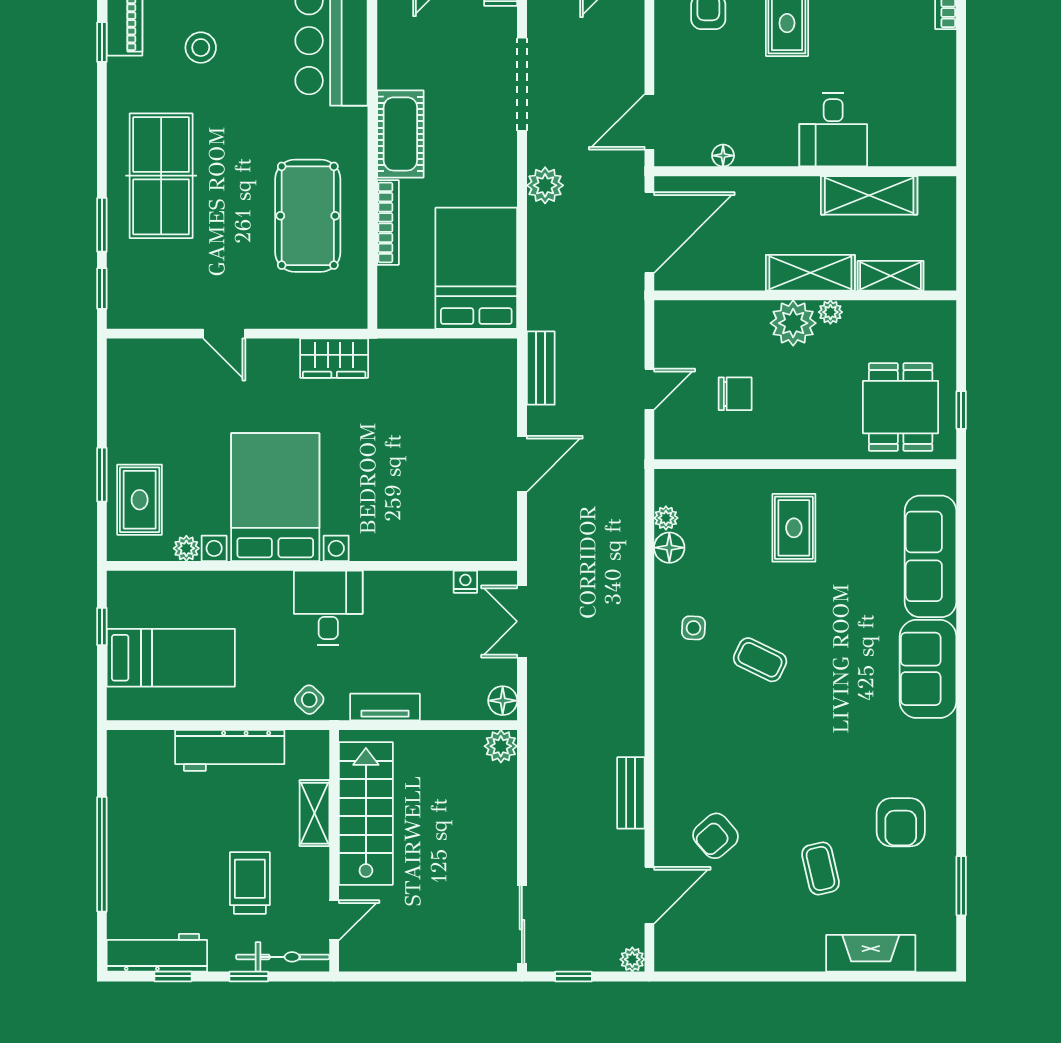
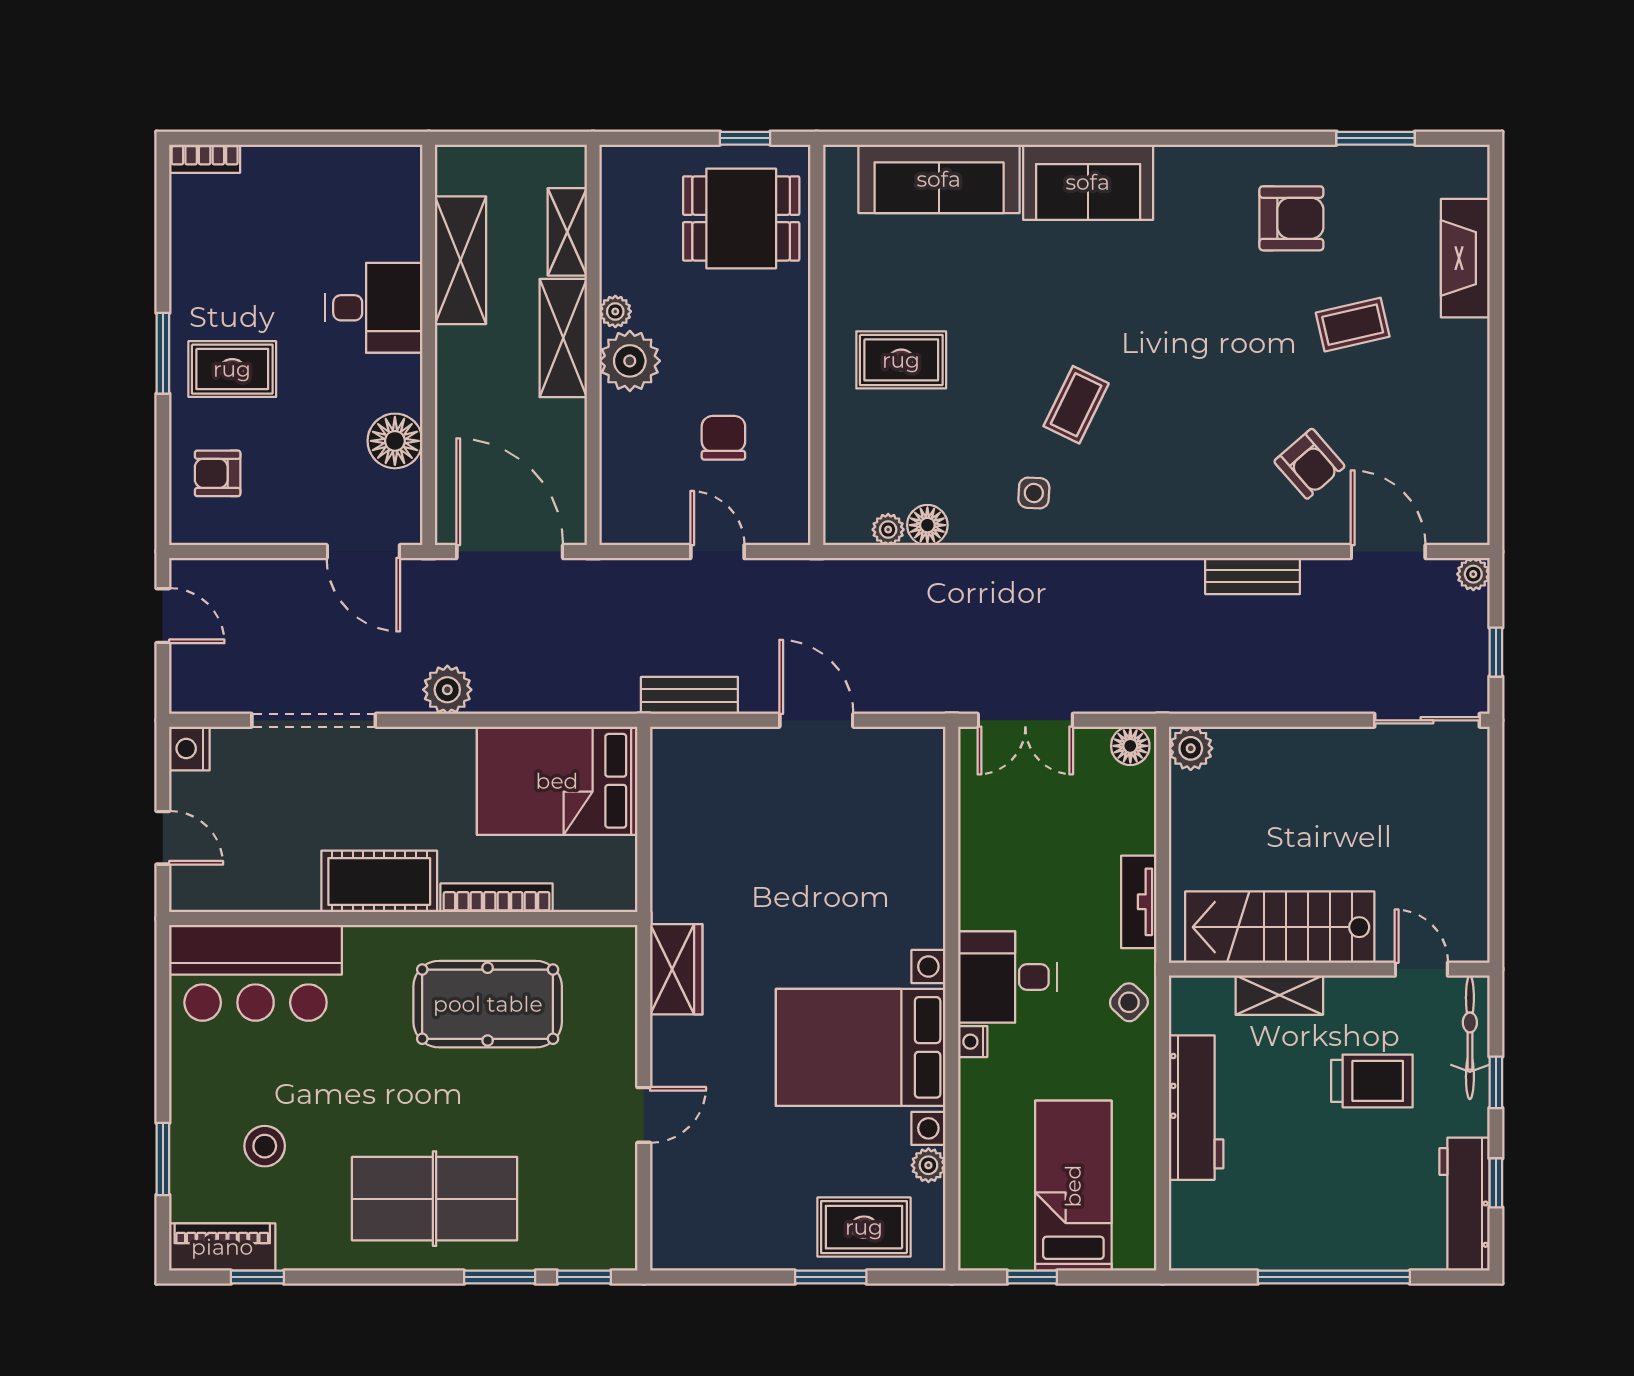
floor lamp: (723, 156) -> (395, 441), width x1.89, depth x1.89
nightstand: (465, 582) -> (973, 1042), moved
trolley: (250, 883) -> (1372, 1081), turned 180

